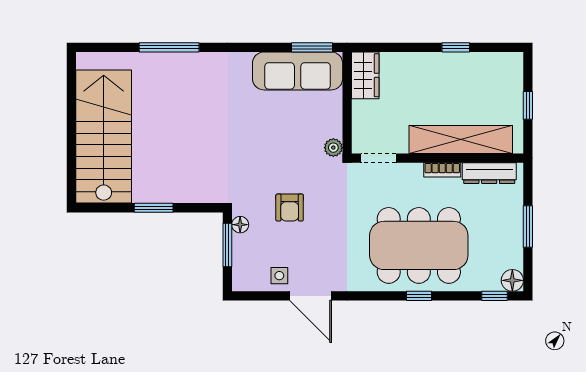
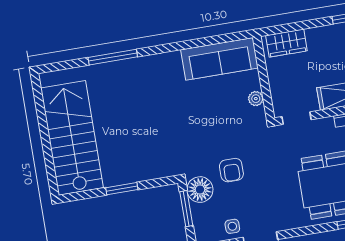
window: (312, 47) -> (228, 38), removed
wardrobe: (365, 75) -> (286, 43), moved, turned 90
plant: (333, 148) -> (256, 99), moved
floor lamp: (240, 225) -> (200, 190), width x1.89, depth x1.89

